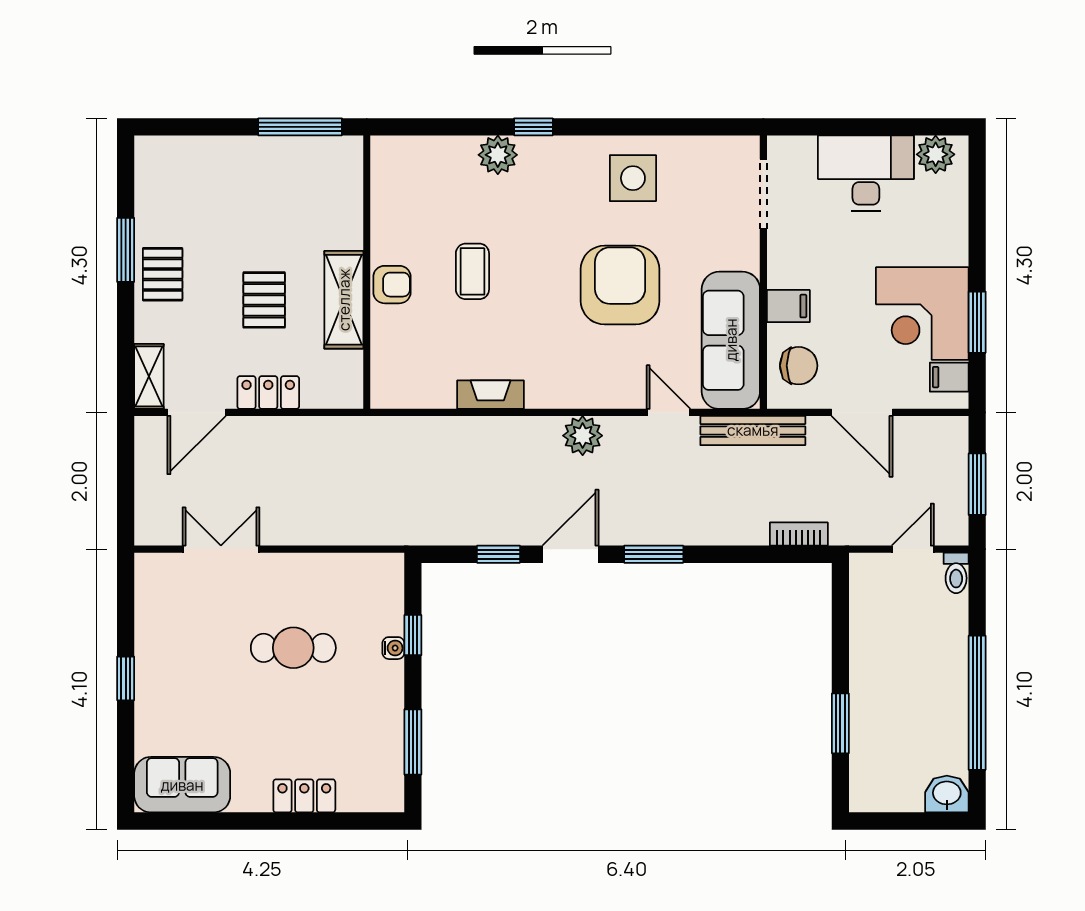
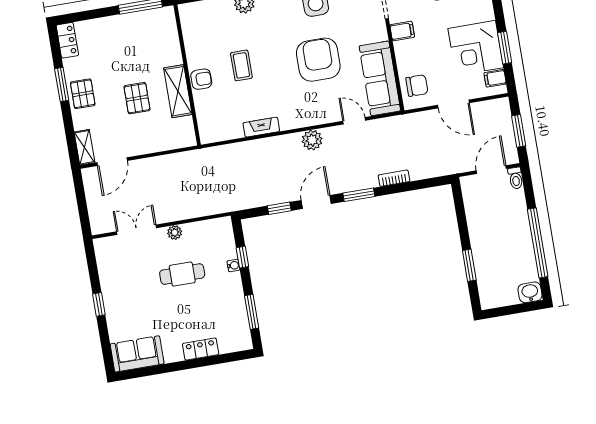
filing cabinet: (788, 306) -> (402, 31), moved
locker: (268, 392) -> (67, 40), moved, turned 90
bench: (753, 430) -> (399, 123), removed
bookcase: (799, 534) -> (394, 178), moved
door: (913, 549) -> (491, 170), width x1.38
plant: (292, 567) -> (175, 232), added

